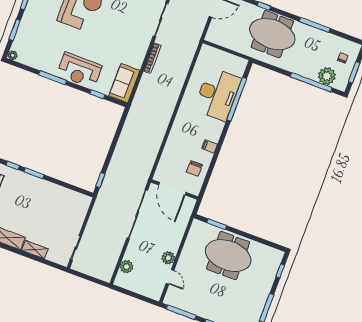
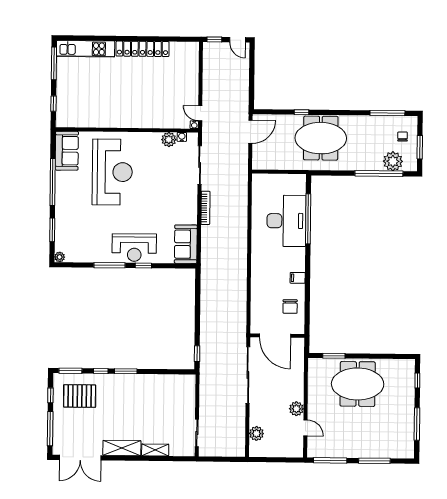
window: (315, 25) -> (387, 113), moved
window: (97, 94) -> (143, 266), moved

